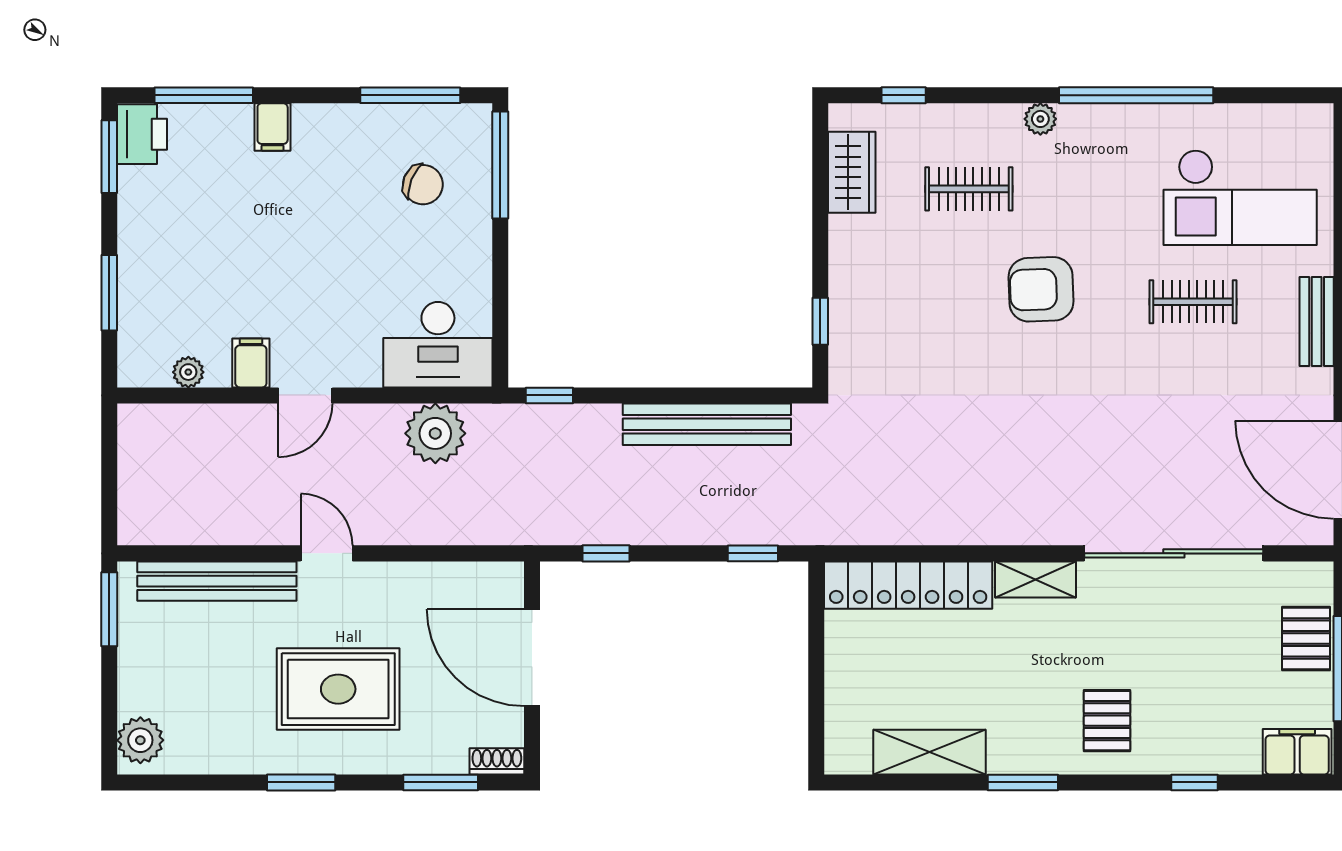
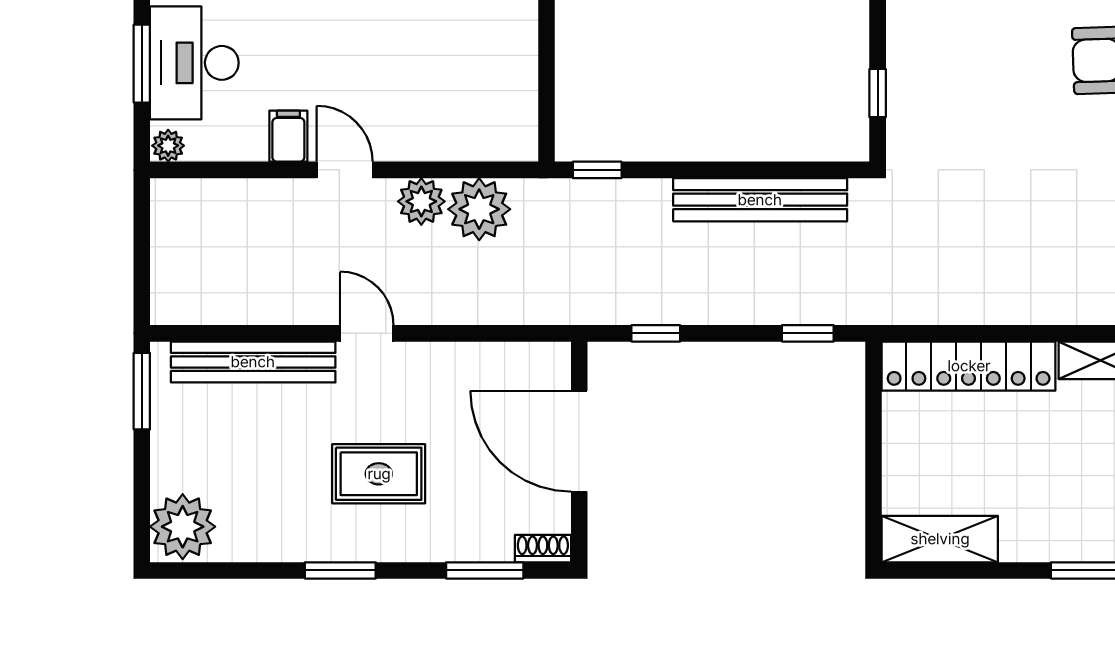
desk: (438, 345) -> (194, 63), moved, turned 90
plant: (188, 372) -> (168, 146), moved
door: (305, 395) -> (345, 170), swing flipped
plant: (379, 426) -> (421, 201), added
rug: (338, 689) -> (379, 474), width x0.73, depth x0.70
plant: (140, 740) -> (183, 527), width x1.36, depth x1.36
shelving: (930, 752) -> (940, 539), moved

